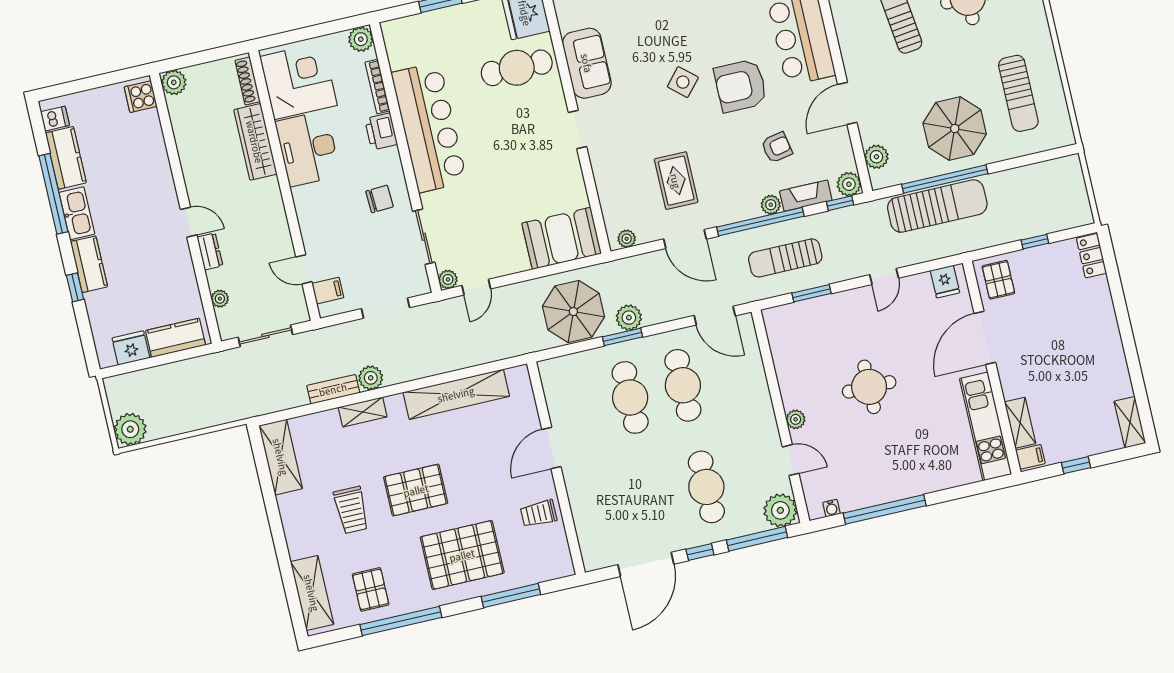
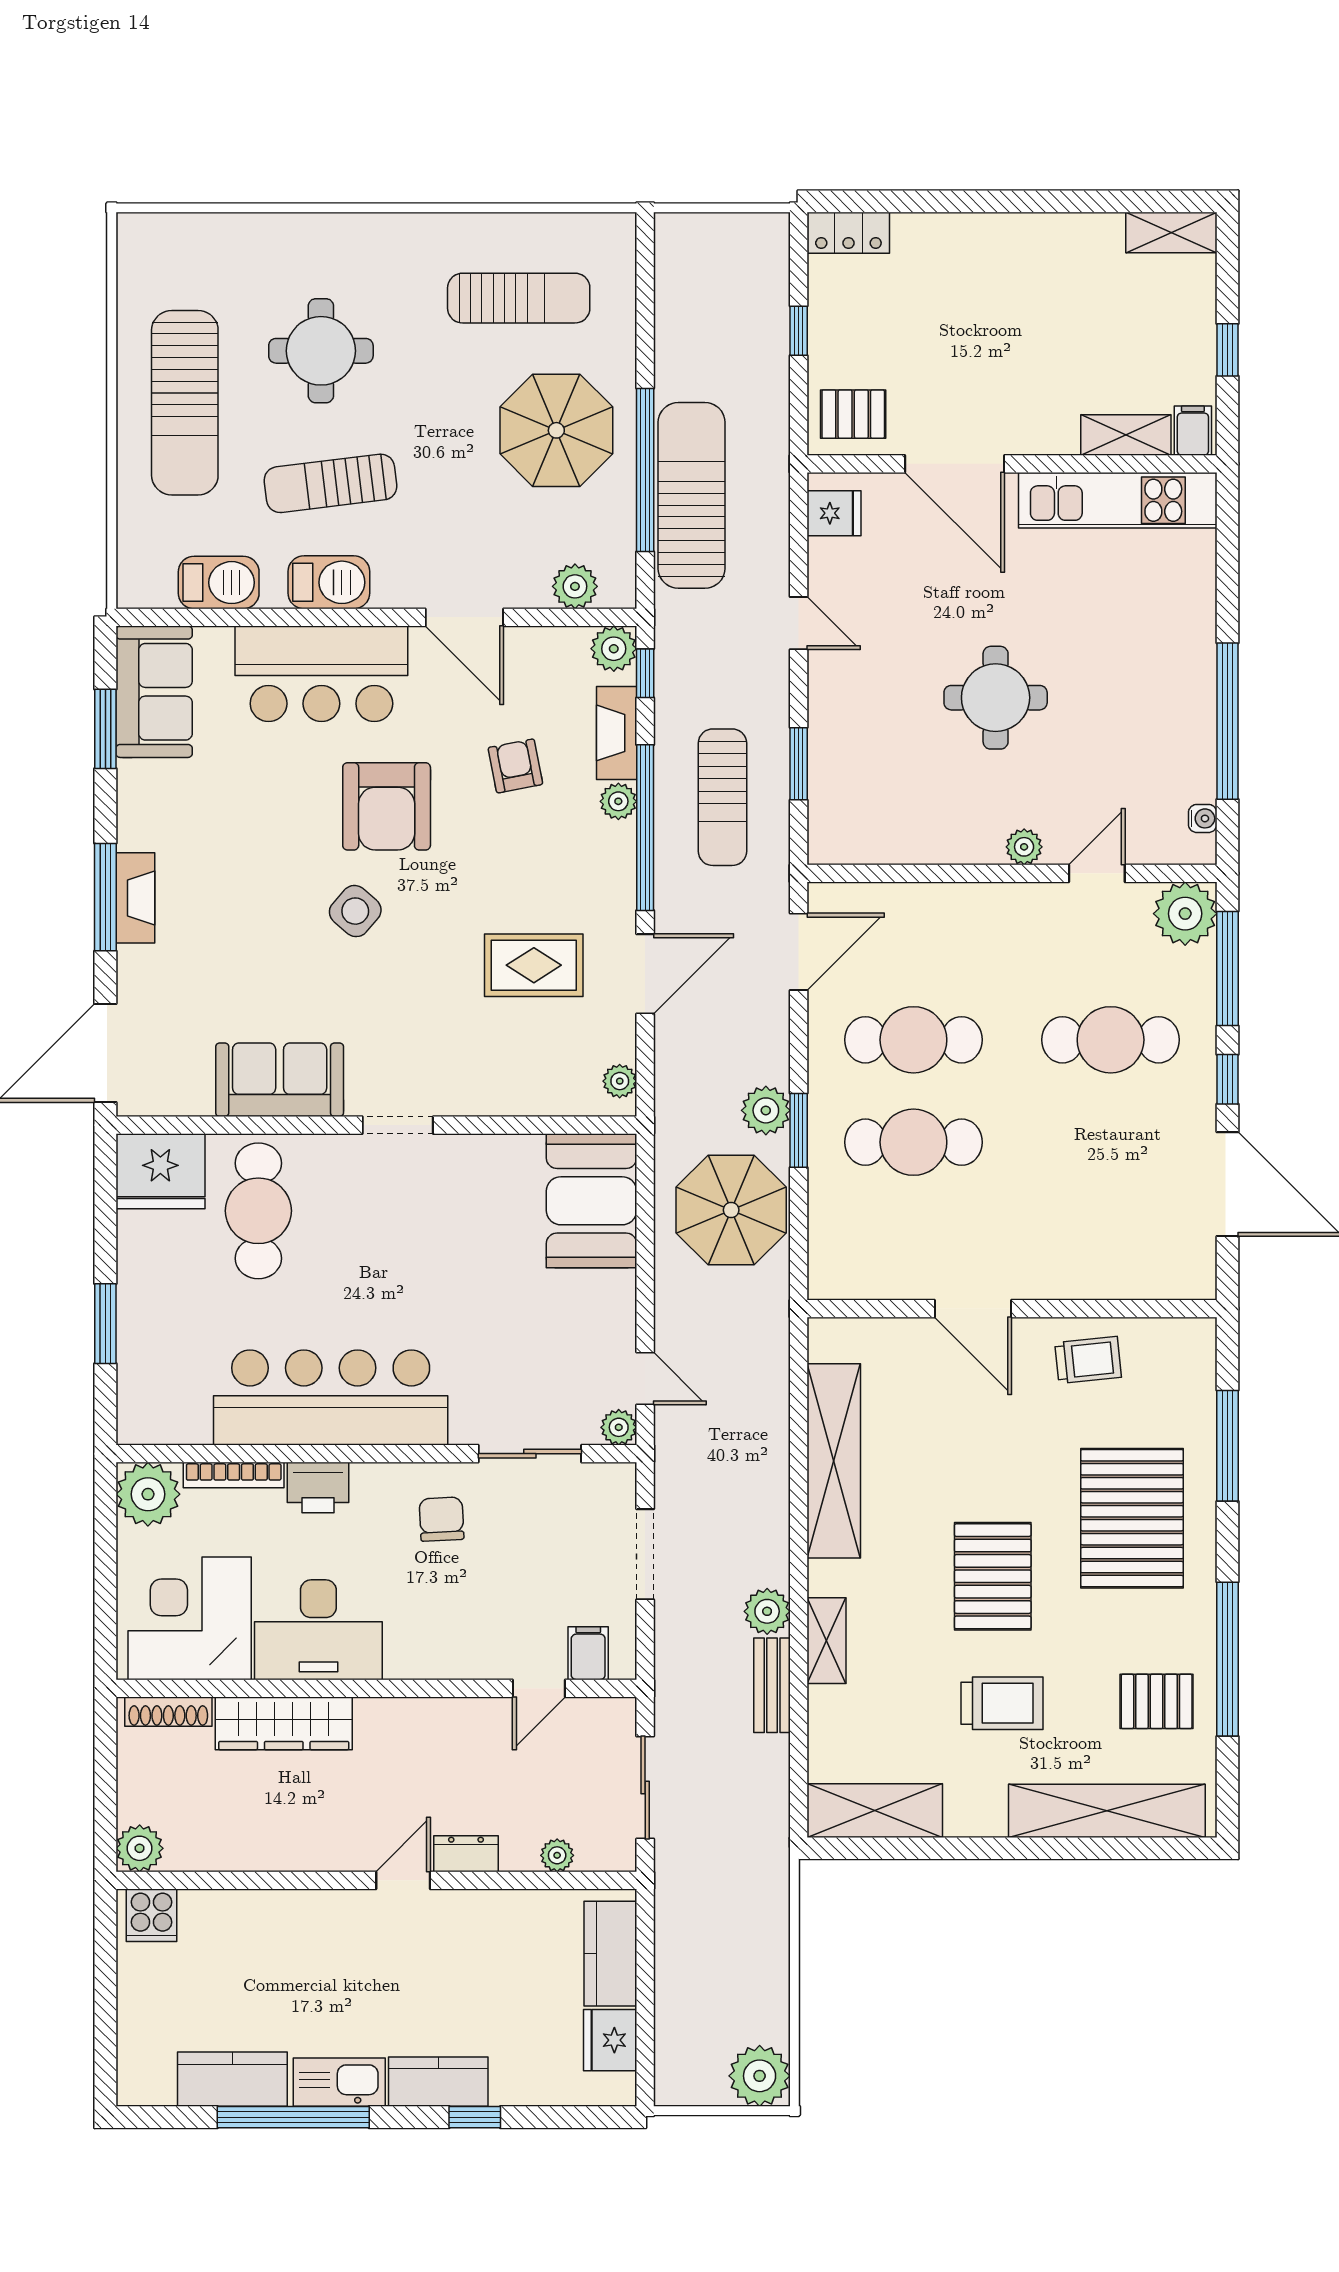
barbecue: (849, 29) -> (329, 582), added
plant: (361, 39) -> (148, 1494), width x1.36, depth x1.36
dishwasher: (55, 119) -> (156, 2082), removed
trolley: (539, 513) -> (1088, 1360), turned -96
shelving: (312, 593) -> (1107, 1811), width x1.47

